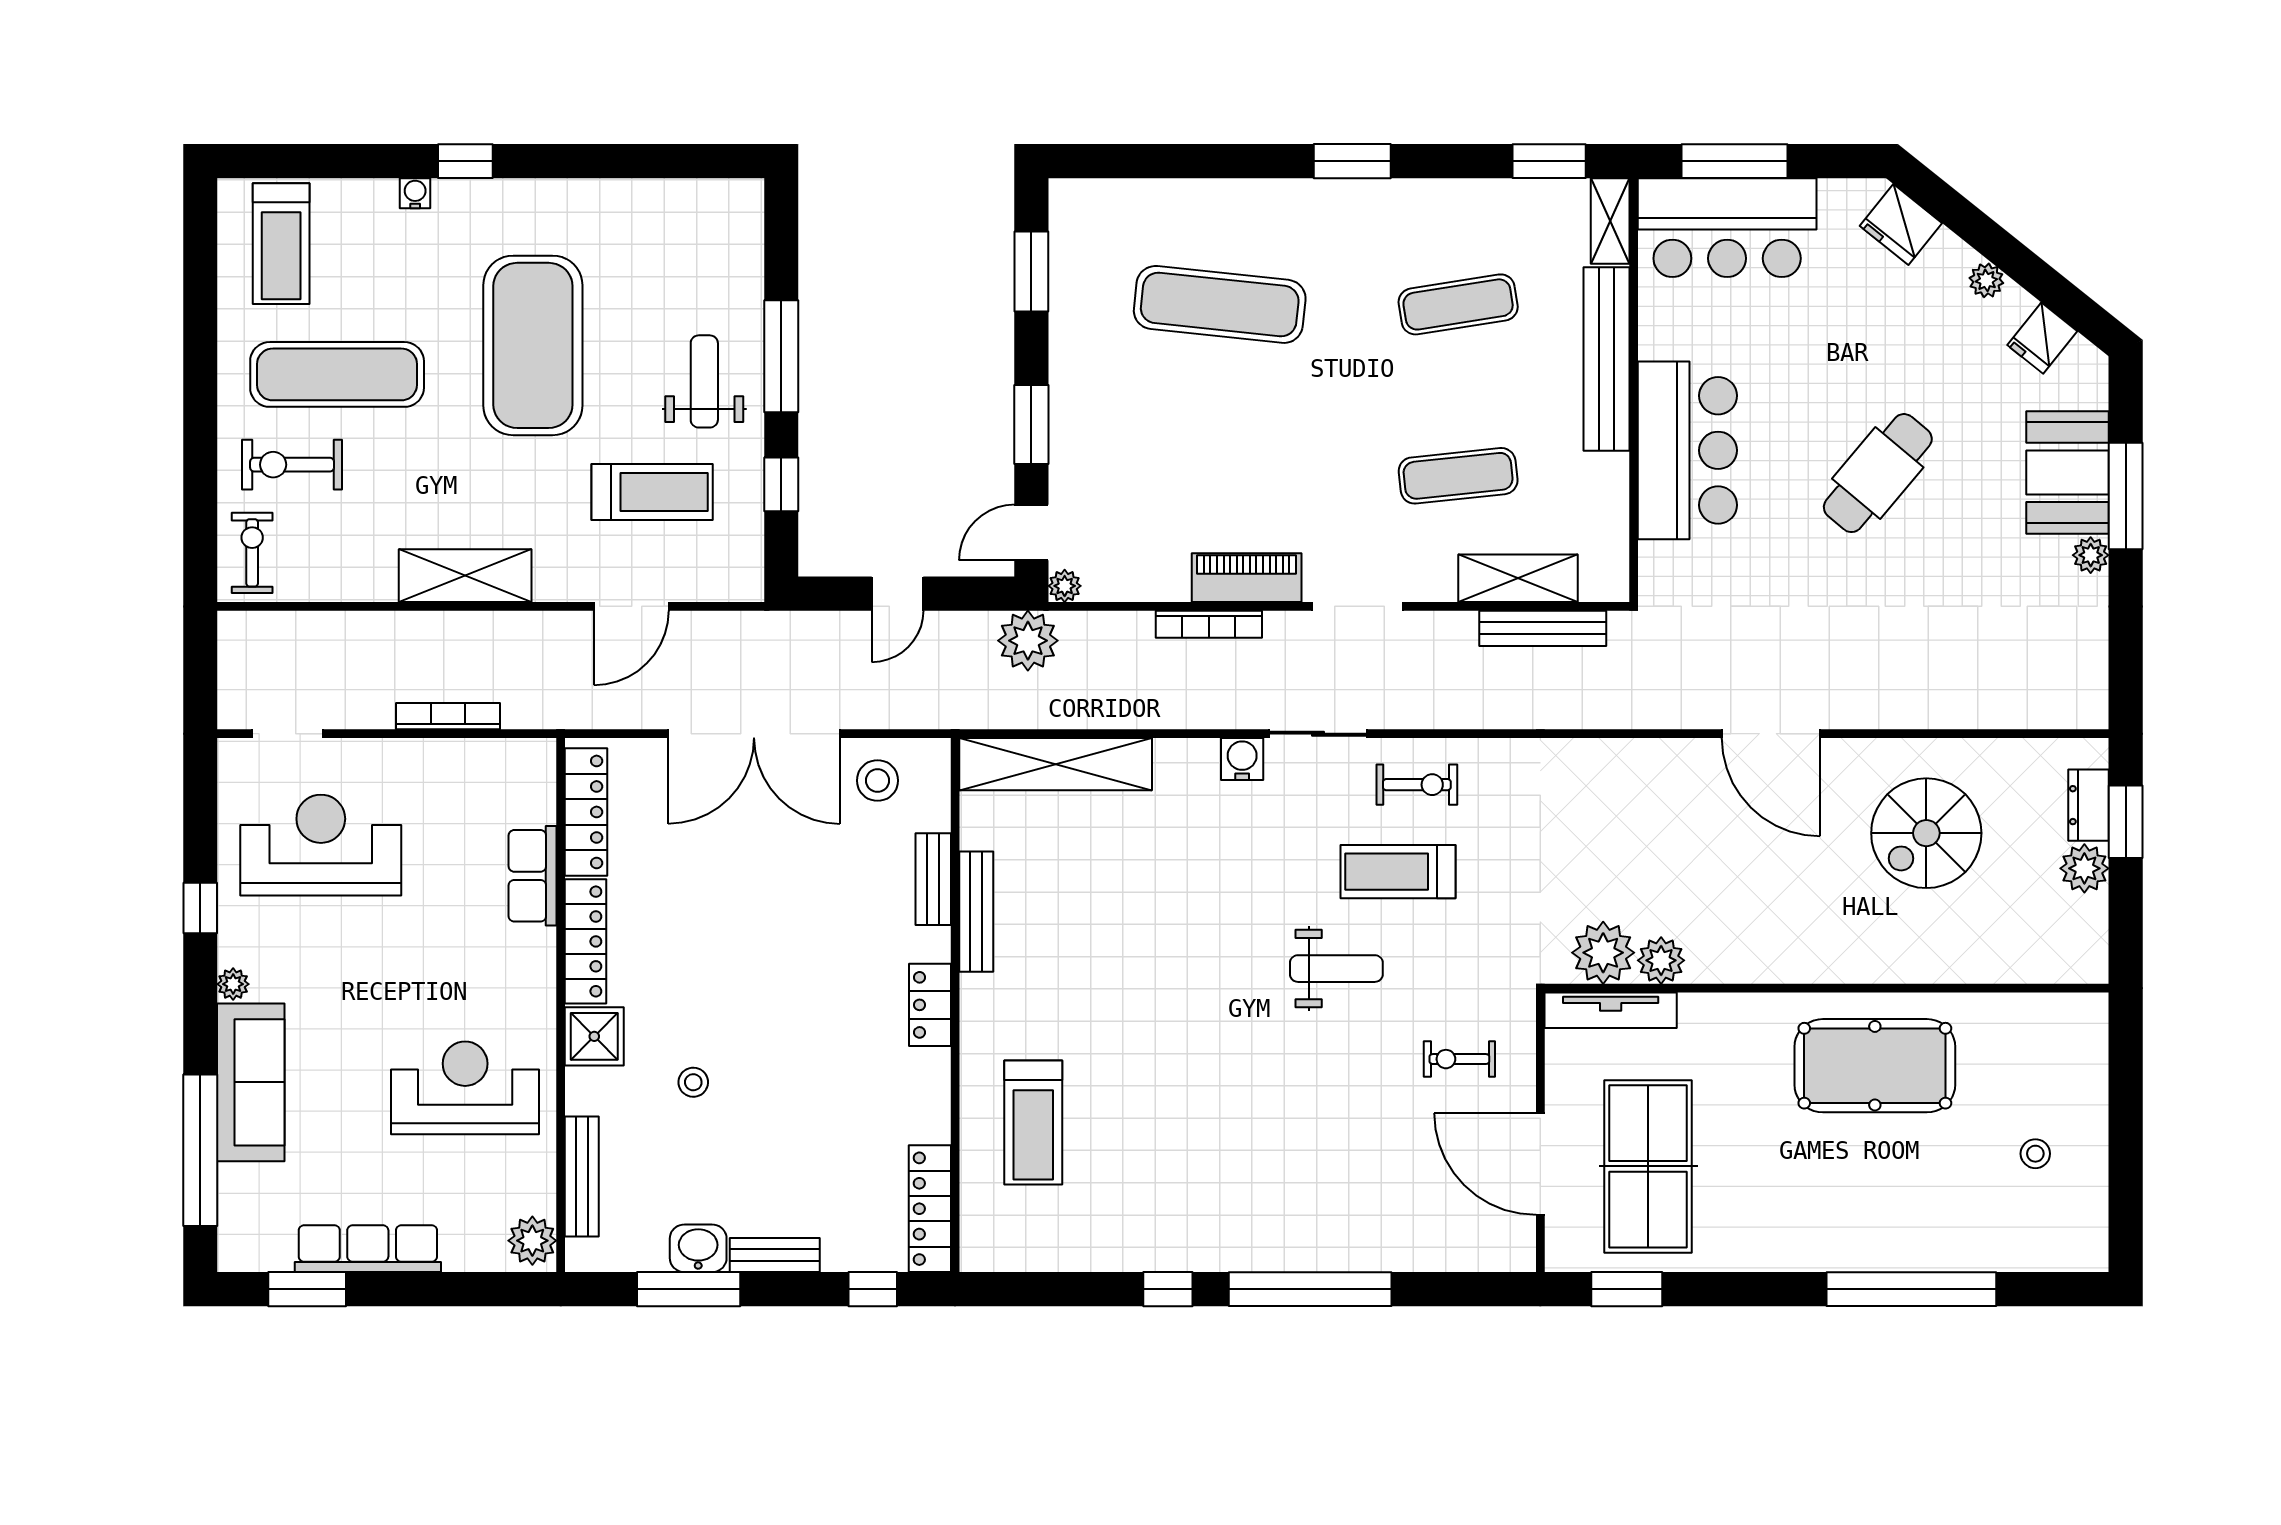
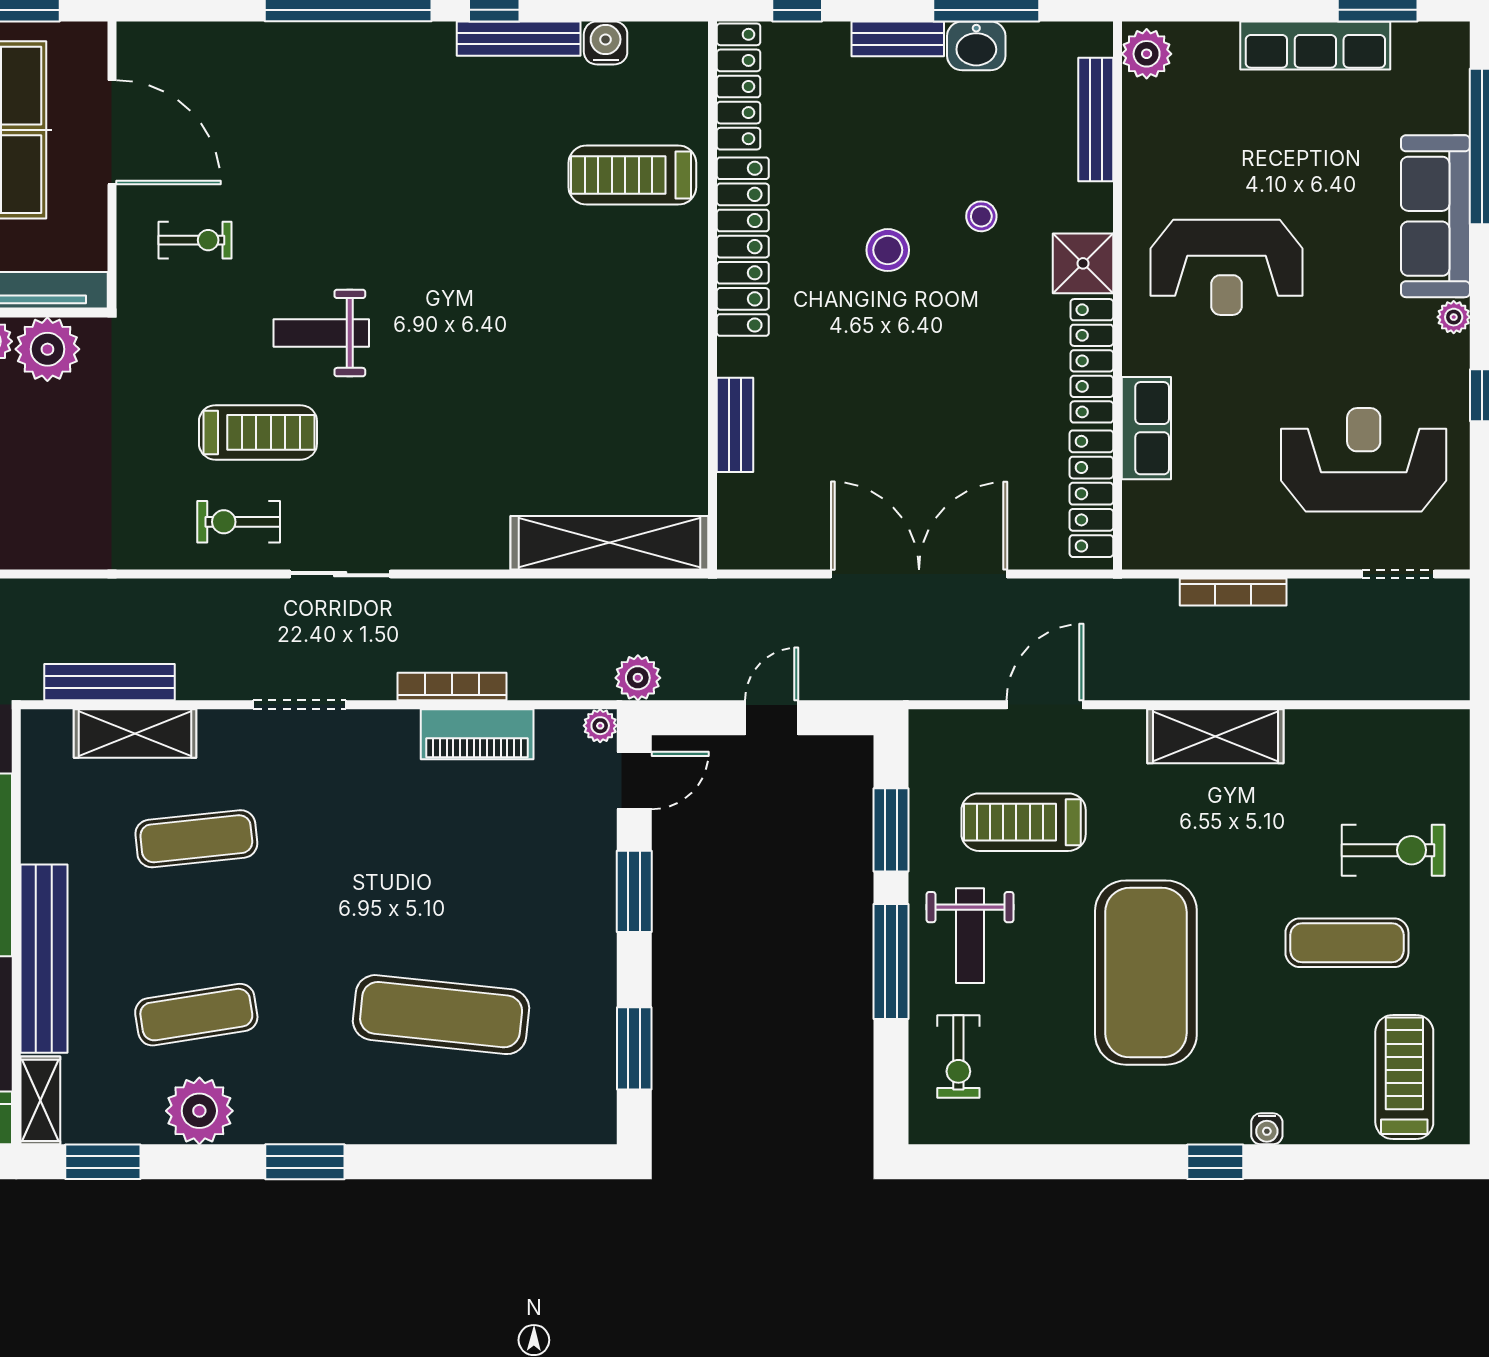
plant: (1455, 211) -> (199, 1111), added
exercise mat: (337, 374) -> (1347, 943), width x0.73, depth x0.69
window: (781, 484) -> (891, 830), width x1.50
exercise bike: (252, 553) -> (958, 1056), moved
piano: (1247, 578) -> (477, 734), moved
plant: (1028, 641) -> (638, 678), width x0.73, depth x0.73
water cooler: (1242, 759) -> (606, 43), moved, turned 180
stool: (877, 781) -> (888, 250), moved
reception desk: (321, 845) -> (1364, 460), turned 180
bench: (976, 912) -> (519, 39), moved, turned 90
locker: (930, 1005) -> (743, 247), width x2.16, depth x1.21
reception desk: (465, 1088) -> (1227, 267), moved
treadmill: (1033, 1122) -> (632, 175), turned -90

